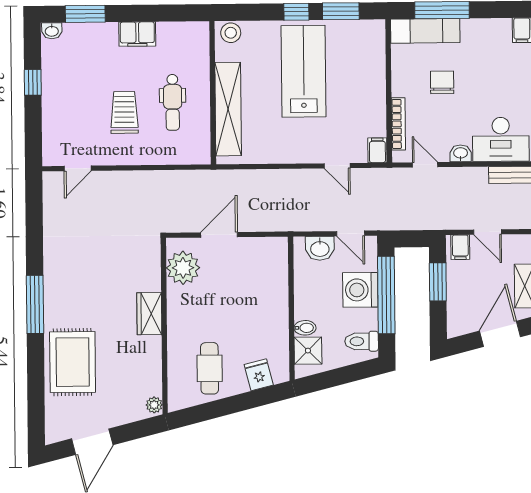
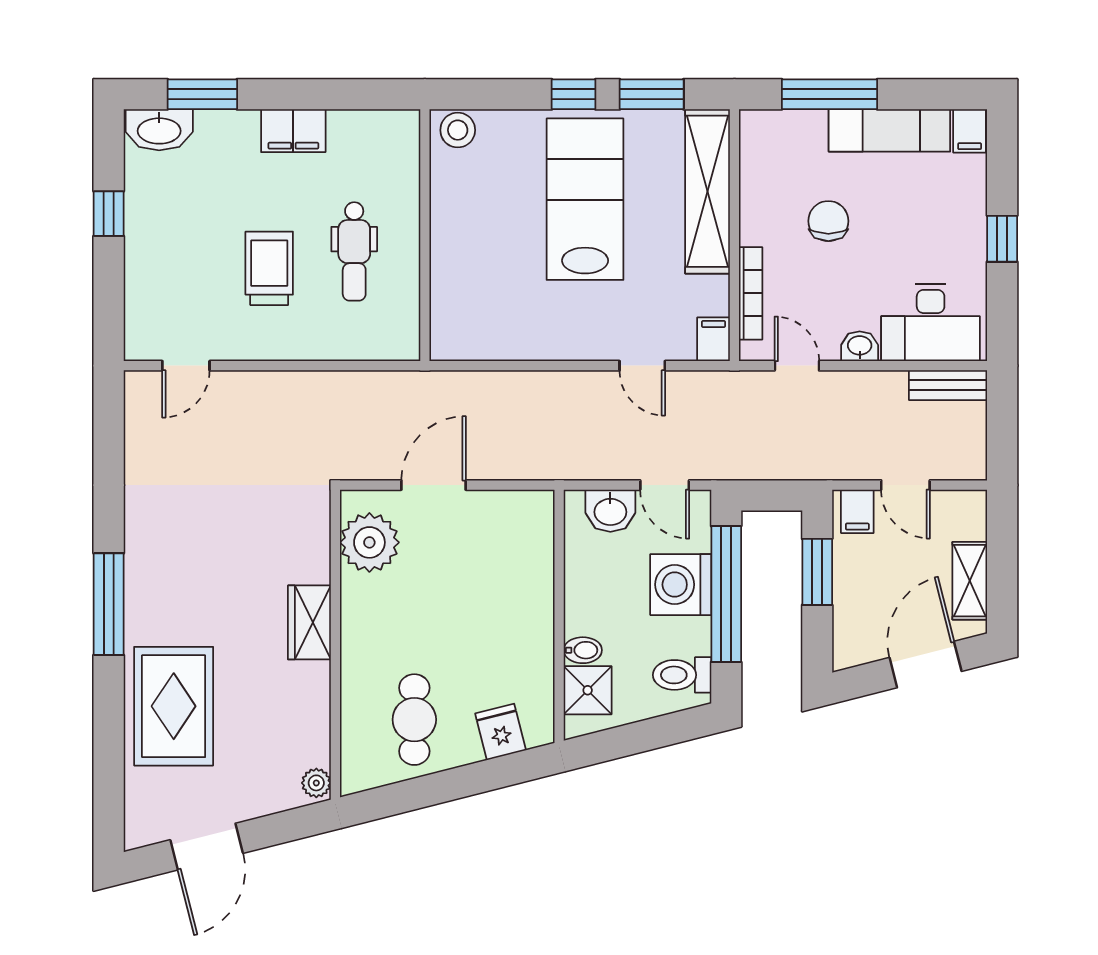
washbasin: (52, 31) -> (159, 130), width x1.91, depth x1.45
exam couch: (425, 31) -> (889, 130), moved
shelving: (228, 109) -> (707, 191), moved

